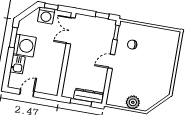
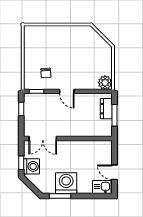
kitchen sink: (18, 64) -> (102, 187), moved
dresser: (88, 96) -> (106, 109), width x0.70
plant: (133, 102) -> (105, 83), moved

